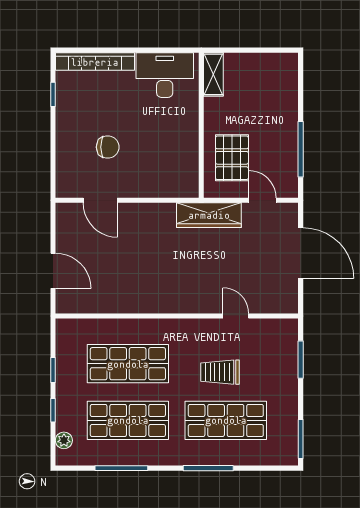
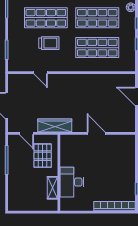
shelving: (213, 74) -> (52, 188), moved
desk: (165, 75) -> (72, 182), moved, turned 90
chair: (108, 147) -> (108, 161), removed
door: (100, 200) -> (96, 133), moved

